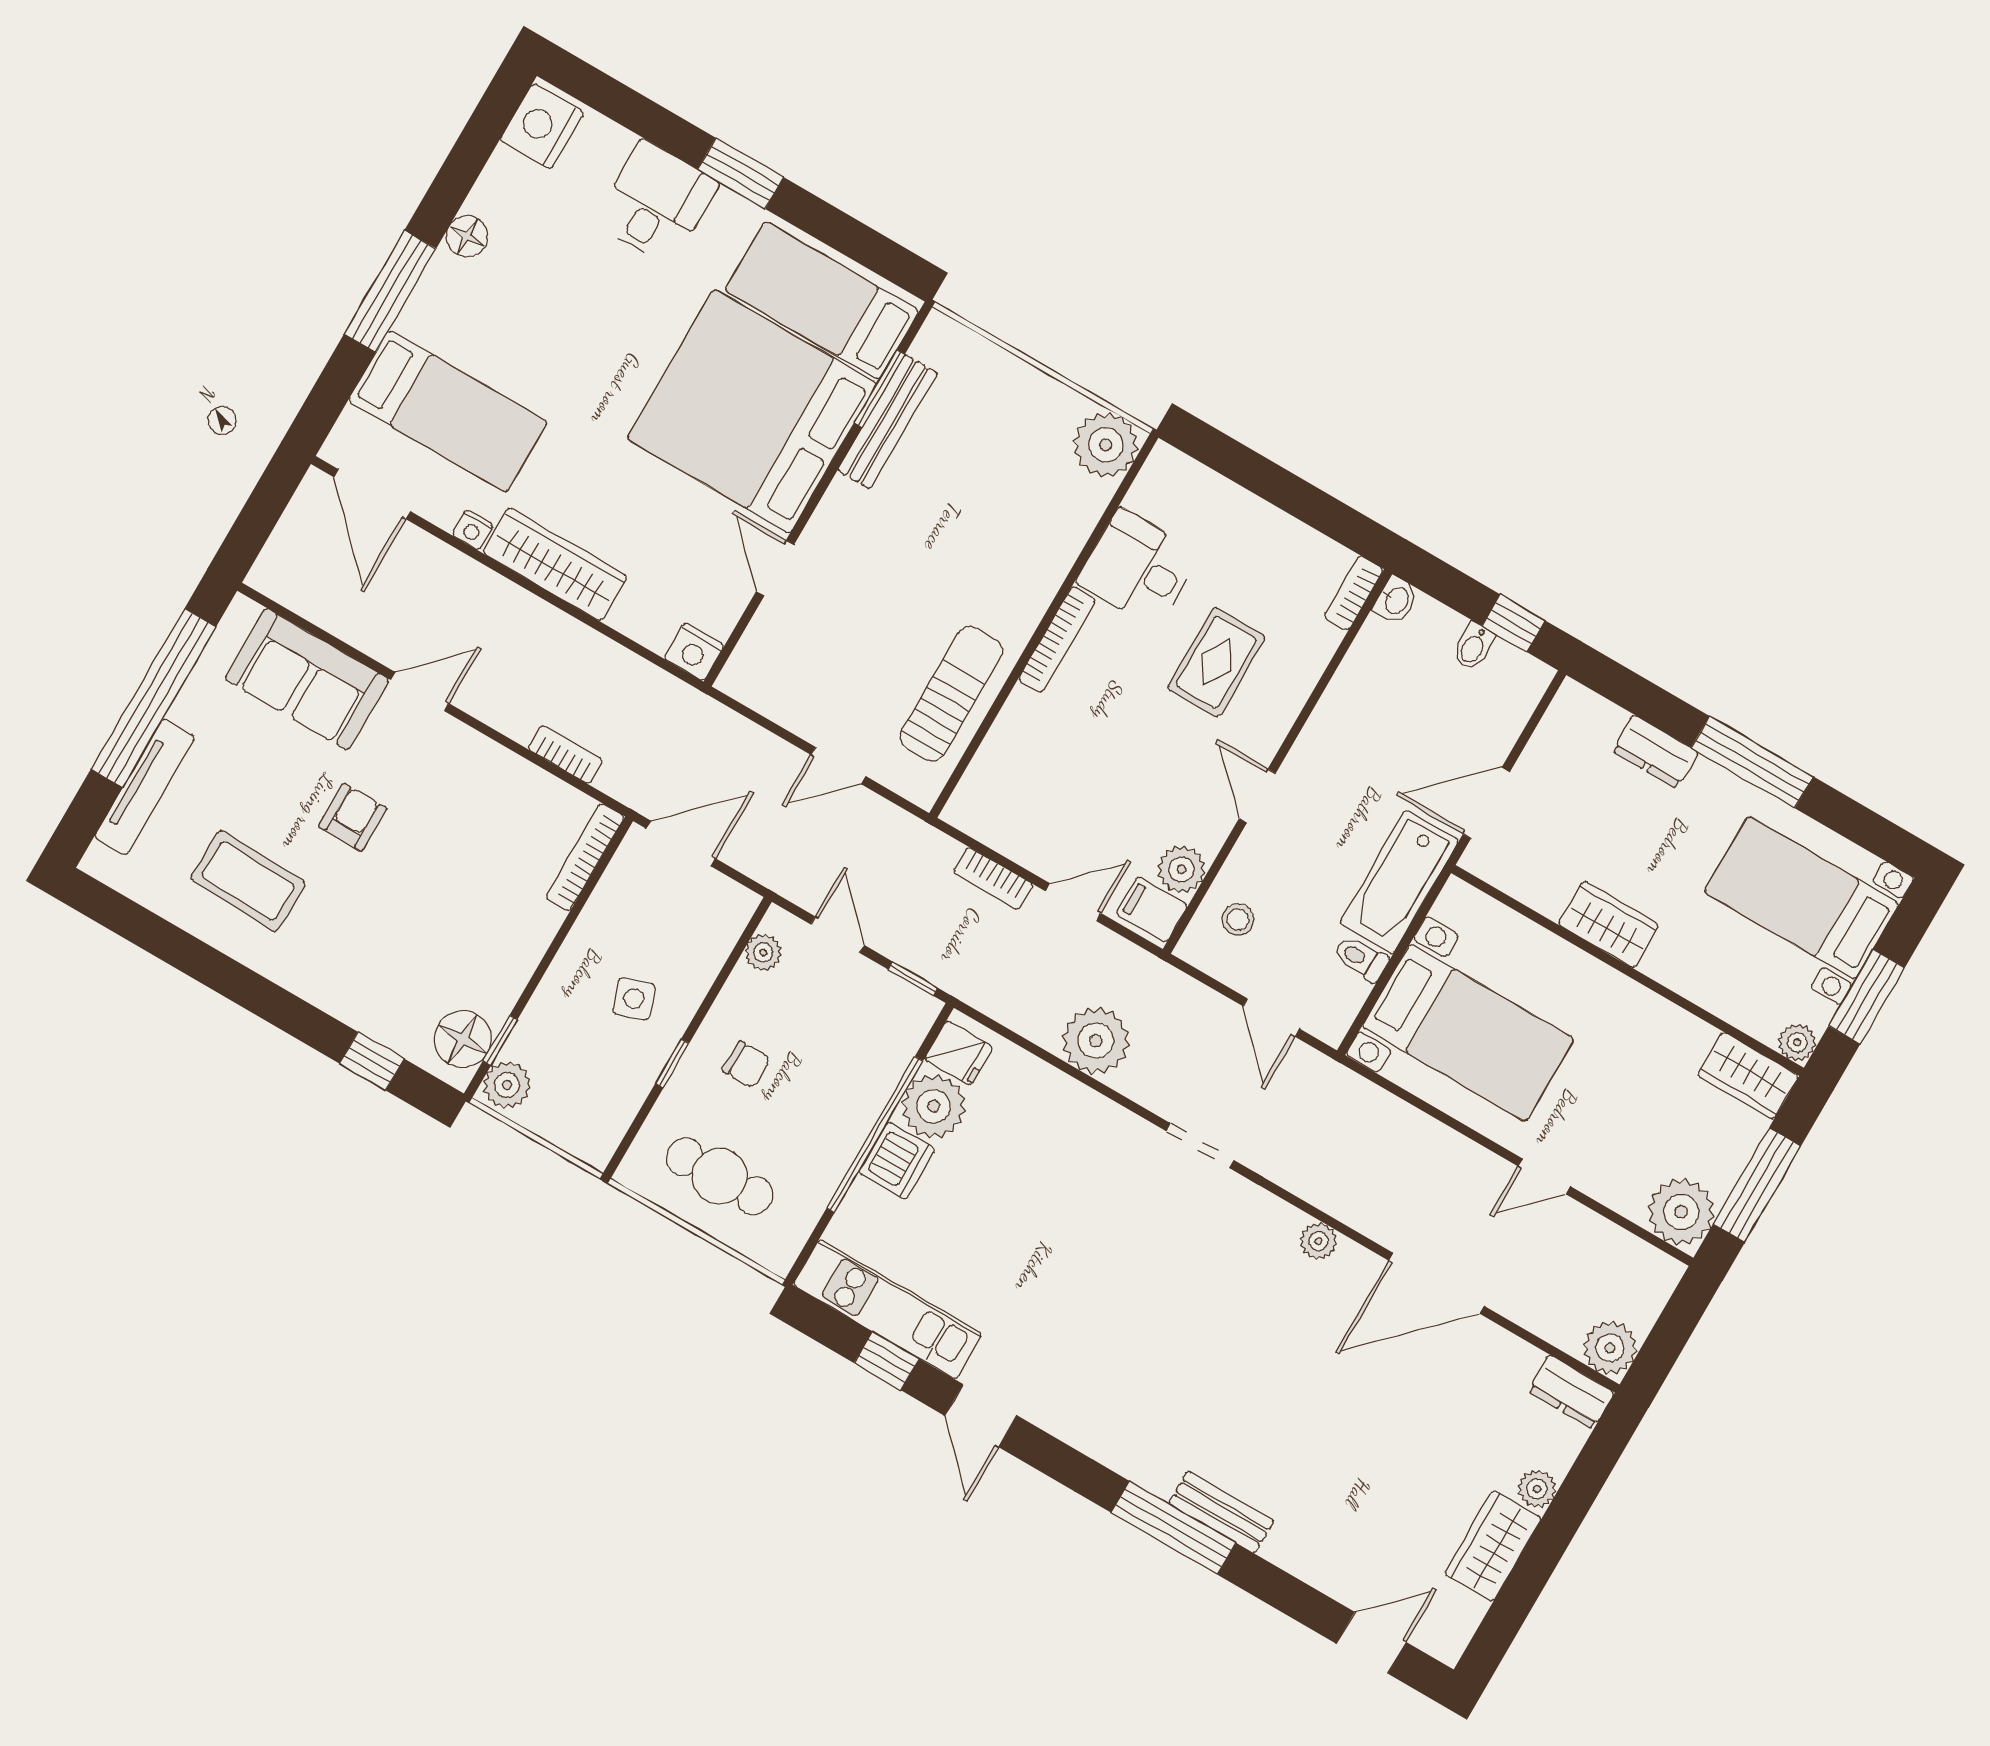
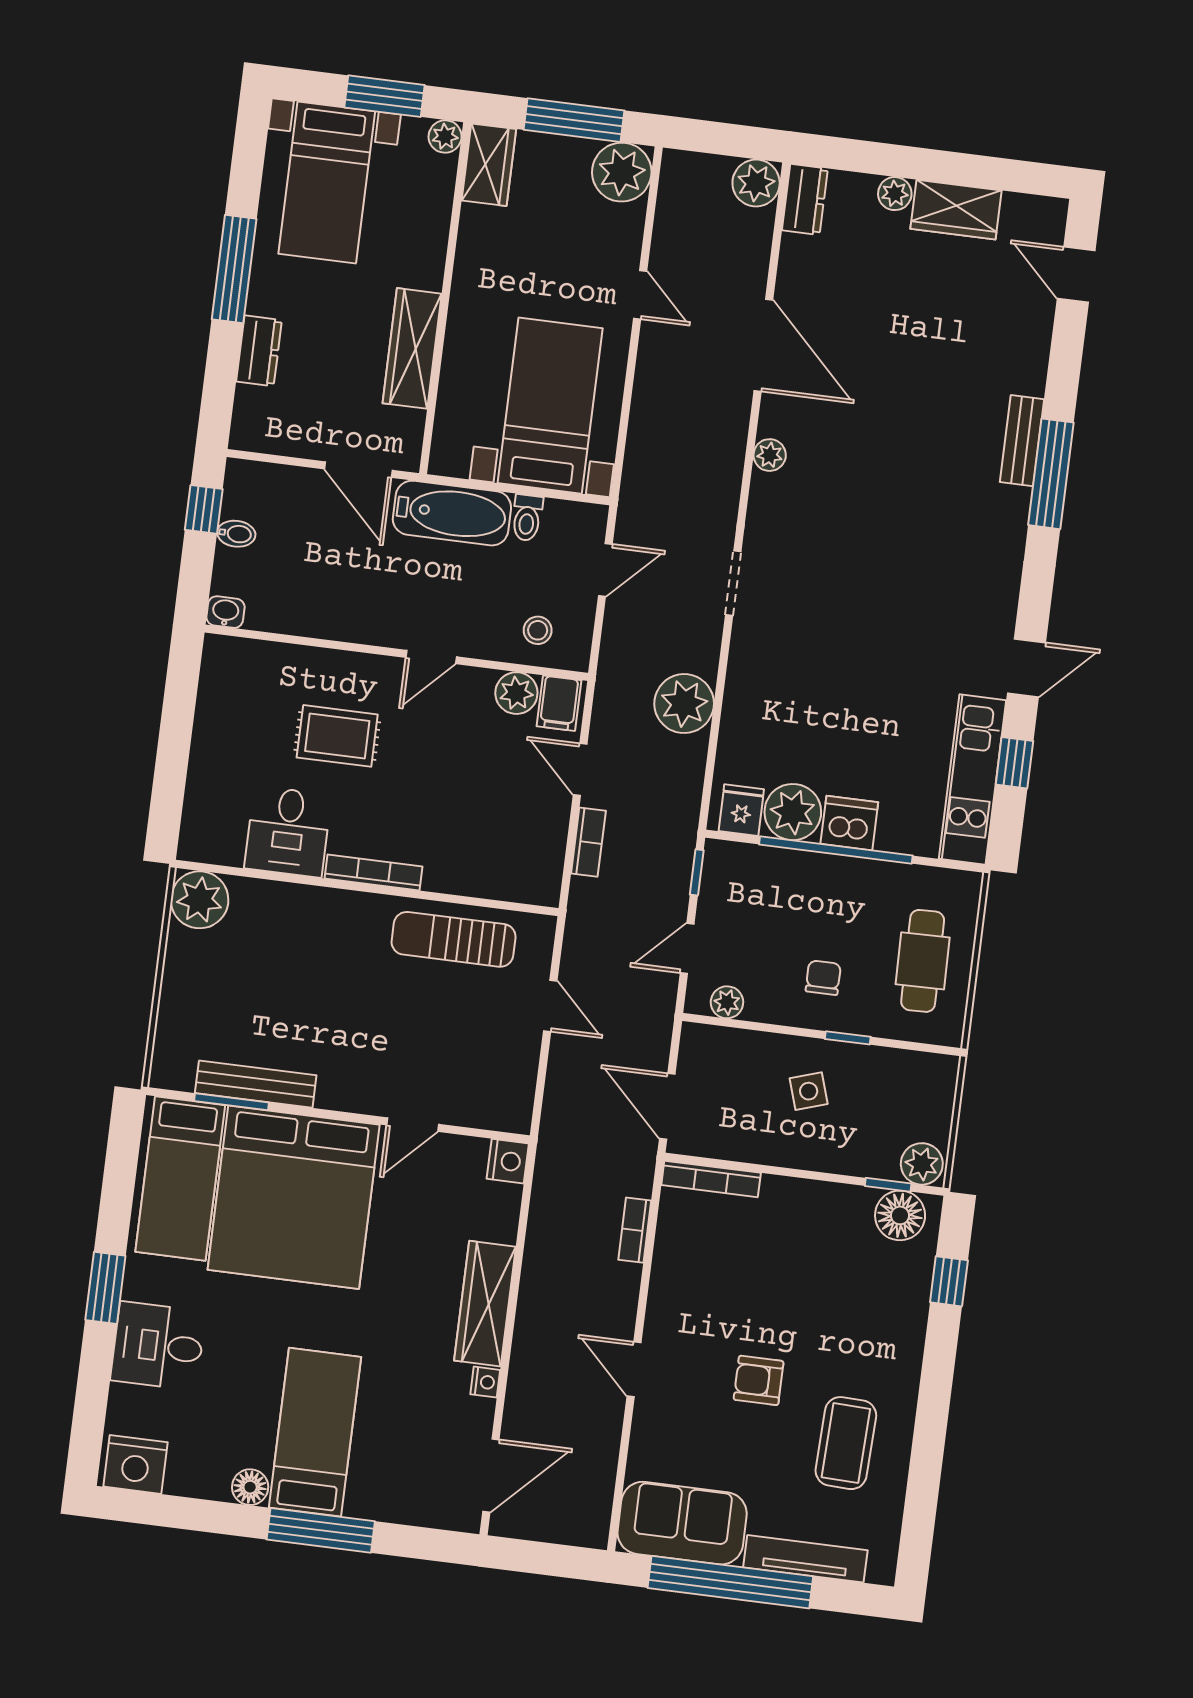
bed: (448, 411) -> (315, 1432), moved
bookcase: (1354, 593) -> (234, 649), removed
sofa: (307, 679) -> (682, 1523), moved, turned -90
wardrobe: (1609, 925) -> (412, 348), width x1.50

